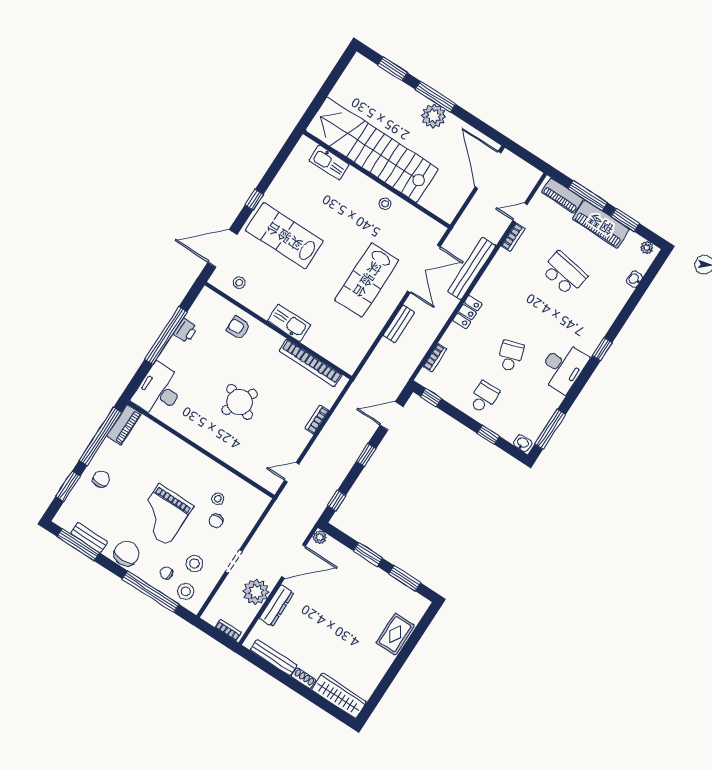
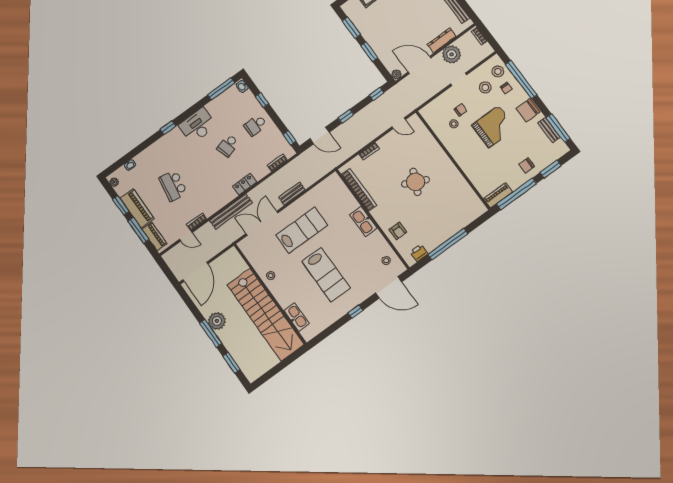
lab bench: (284, 236) -> (326, 275), moved
printer: (186, 331) -> (419, 253), moved
desk: (159, 391) -> (466, 209), removed

